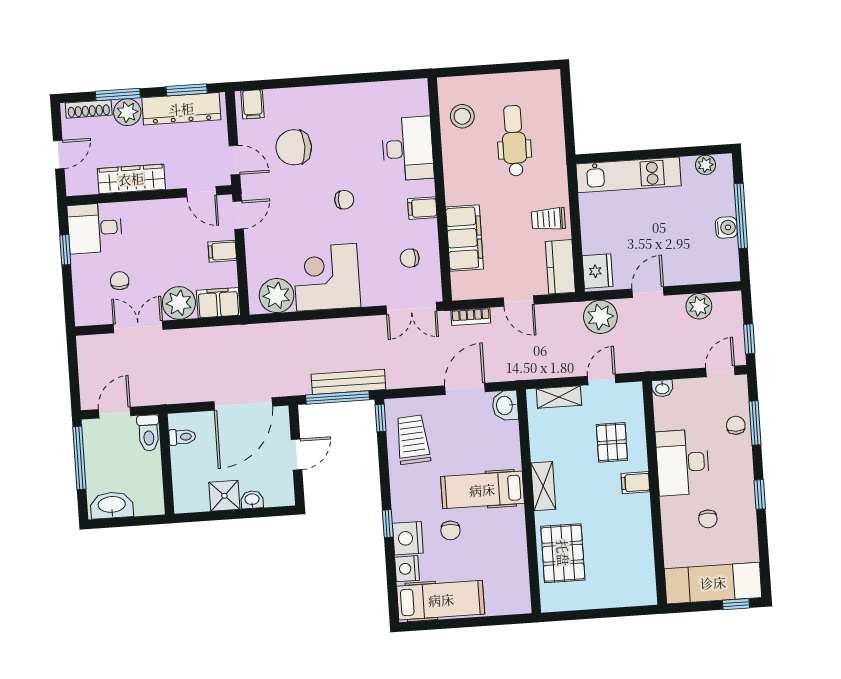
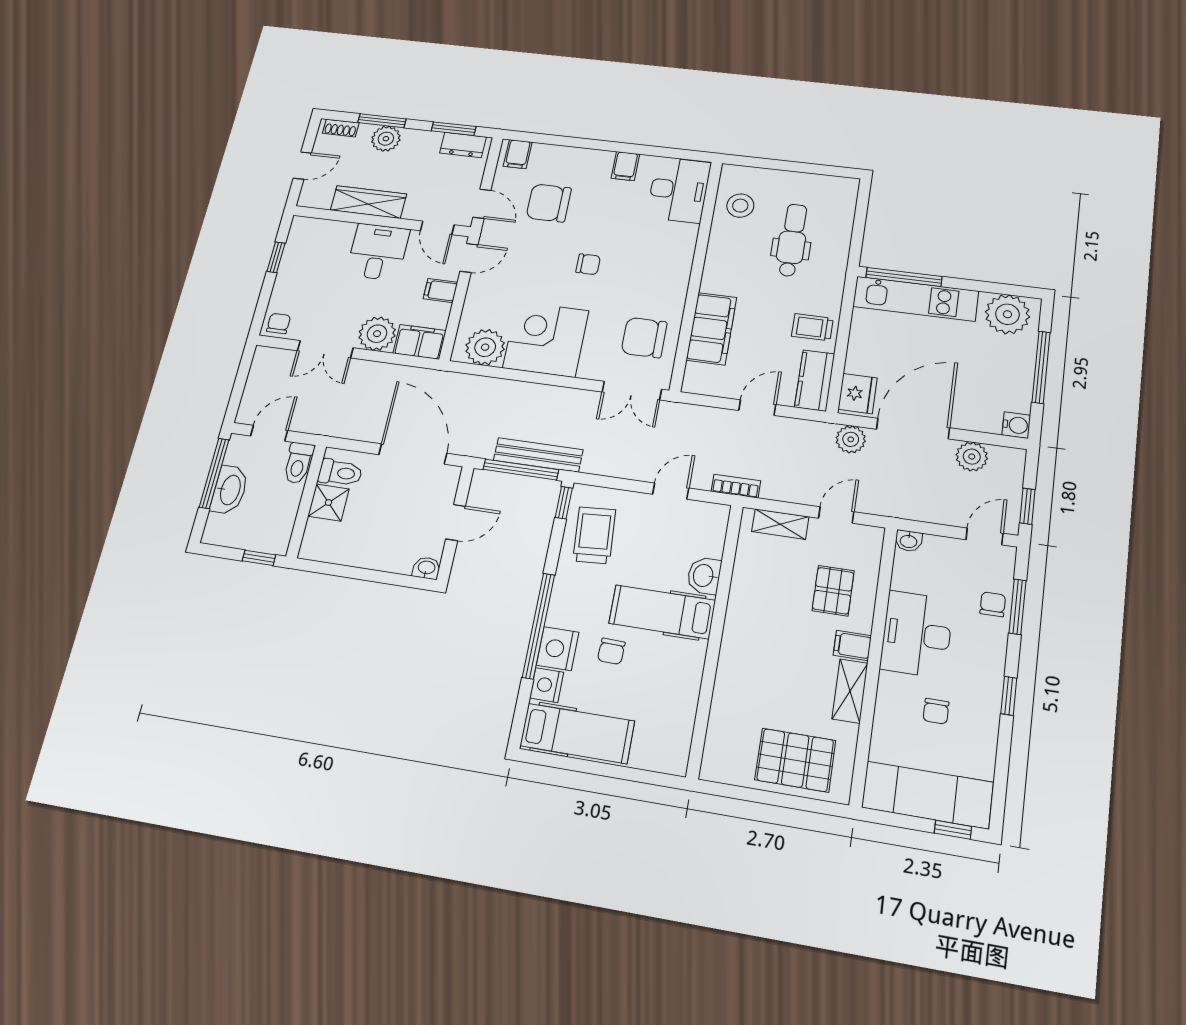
shoe rack: (89, 109) -> (341, 128), width x0.70
dresser: (181, 109) -> (463, 145), width x0.51, depth x0.80
desk: (408, 149) -> (679, 190), moved
window: (615, 156) -> (904, 277), added
plant: (706, 165) -> (1007, 314), width x1.87, depth x1.87
filing cabinet: (422, 208) -> (625, 166), moved, turned -90
water cooler: (726, 227) -> (1016, 425), moved
desk: (95, 228) -> (378, 252), moved, turned 90
chair: (410, 258) -> (644, 338), width x1.87, depth x1.87
chair: (120, 281) -> (279, 324), moved
door: (648, 292) -> (913, 429), width x1.87
door: (519, 301) -> (757, 408), swing flipped
bookcase: (471, 317) -> (736, 486), moved, turned 180
plant: (600, 317) -> (851, 439), width x0.73, depth x0.73
double door: (138, 327) -> (325, 349), swing flipped
door: (465, 389) -> (671, 491), width x0.73
door: (243, 404) -> (413, 454), swing flipped
washbasin: (505, 405) -> (704, 576), moved
toilet: (182, 437) -> (340, 473), width x1.37, depth x1.39
shelving: (543, 486) -> (850, 691), moved
shower: (224, 496) -> (329, 503), moved
washbasin: (252, 500) -> (426, 568), moved
washbasin: (112, 505) -> (230, 490), moved, turned 90
window: (143, 521) -> (259, 558), added
window: (388, 524) -> (538, 626), width x3.17
pallet: (563, 553) -> (795, 760), moved, turned 90

